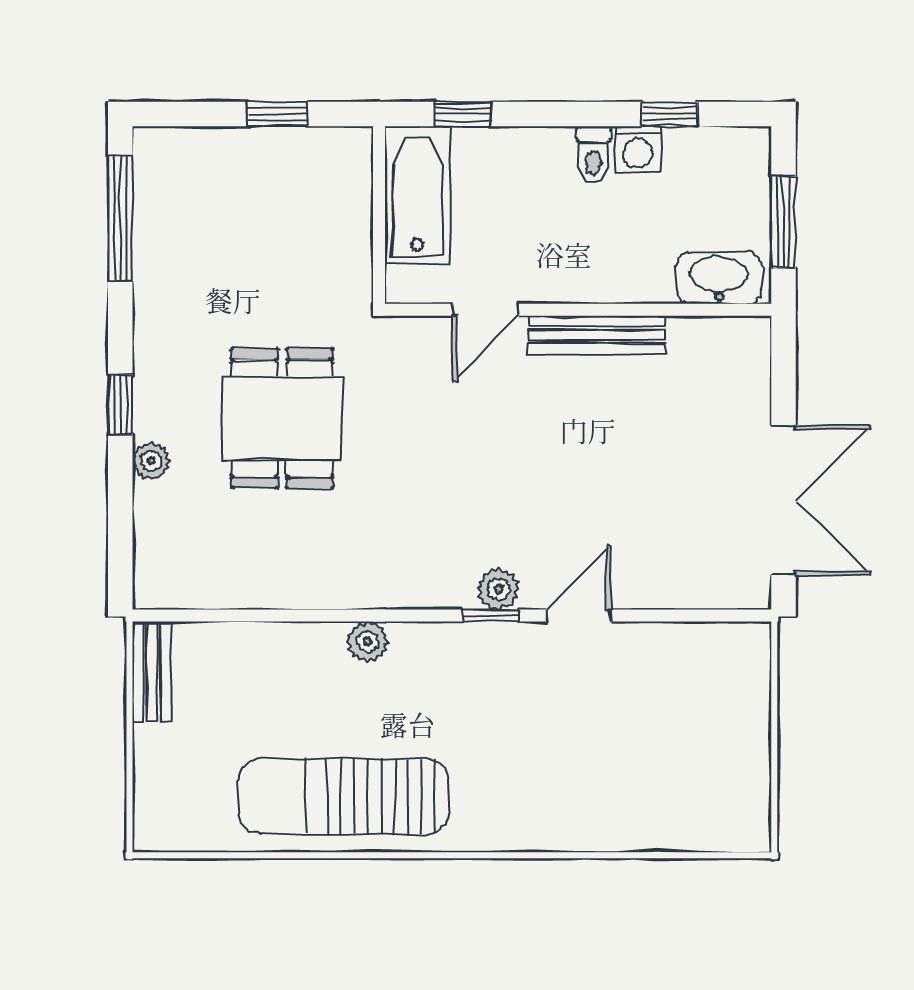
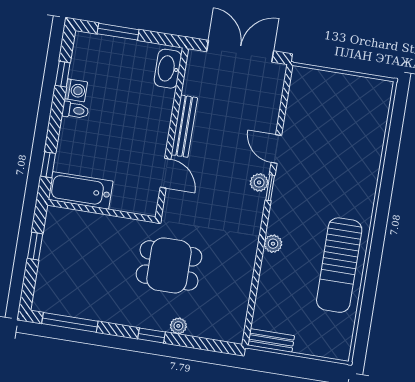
washbasin: (719, 278) -> (168, 69), moved
door: (486, 310) -> (165, 173), moved
wall: (578, 310) -> (172, 133), moved
bench: (597, 335) -> (184, 126), moved

